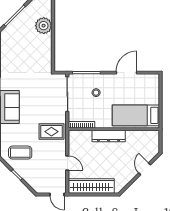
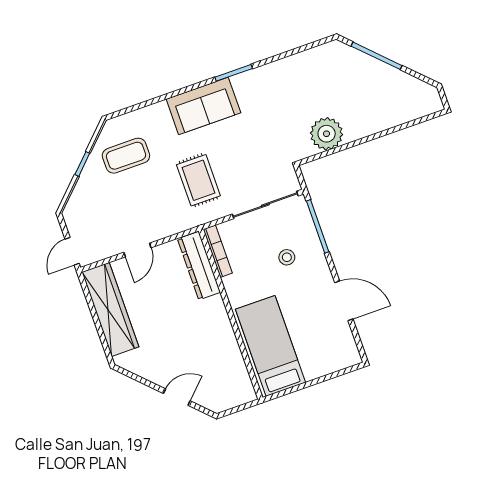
plant: (44, 26) -> (327, 134), moved
rug: (51, 132) -> (198, 180), moved
dresser: (109, 136) -> (199, 266), moved
coffee table: (20, 153) -> (126, 156), turned 90

